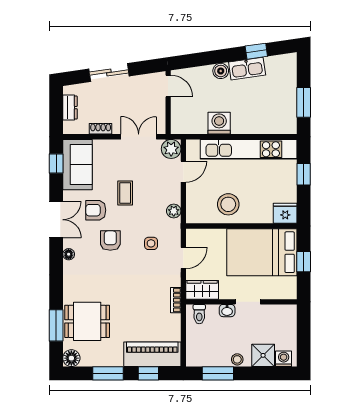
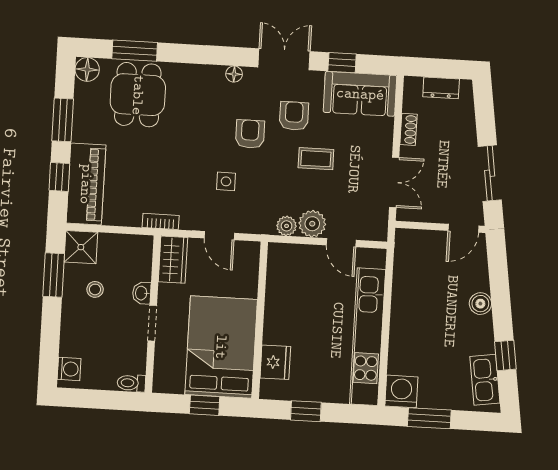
kitchen sink: (247, 69) -> (485, 380), moved
sliding door: (109, 72) -> (490, 173), moved
washing machine: (219, 123) -> (401, 391), moved, turned -90
plant: (171, 149) -> (312, 224), moved
window: (56, 164) -> (342, 63), moved
window: (304, 174) -> (306, 411), moved
stool: (228, 204) -> (292, 303), removed
fridge: (285, 213) -> (275, 362), moved
double door: (56, 220) -> (284, 59), swing flipped
armchair: (110, 241) -> (250, 134), turned -90
side table: (151, 243) -> (226, 181), moved
toilet: (199, 314) -> (131, 383), moved
shower: (263, 355) -> (81, 247), moved
stool: (237, 359) -> (95, 289), moved

